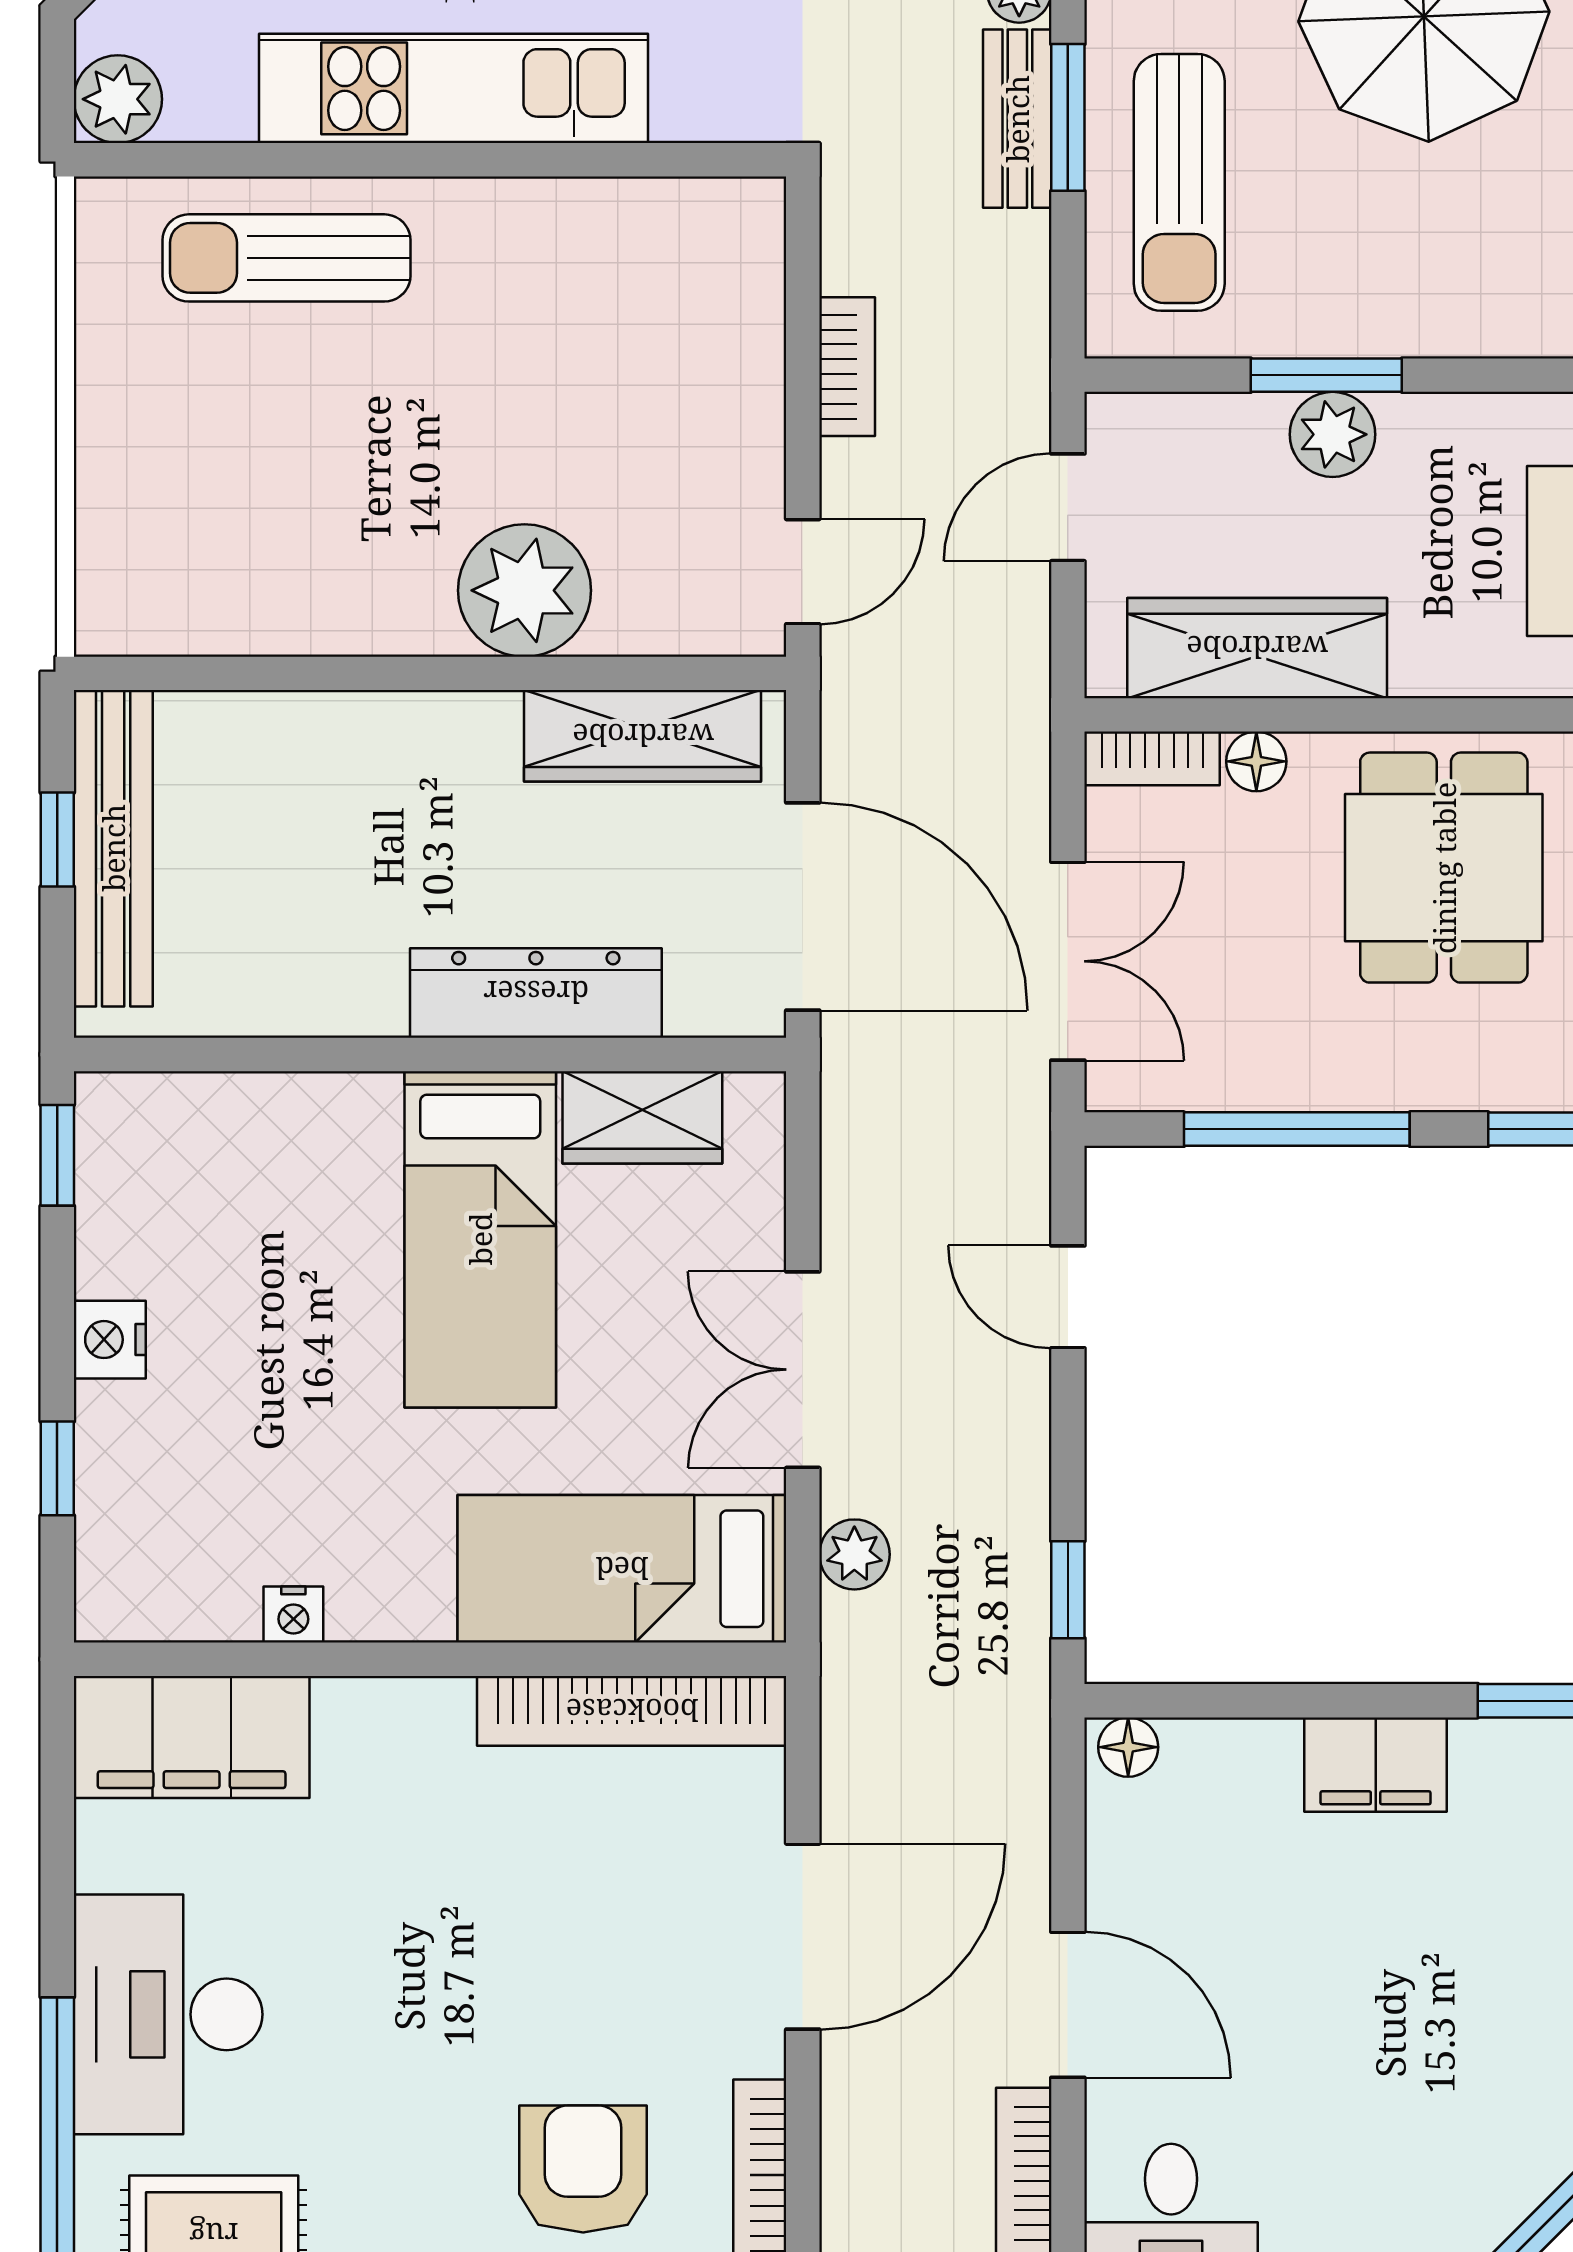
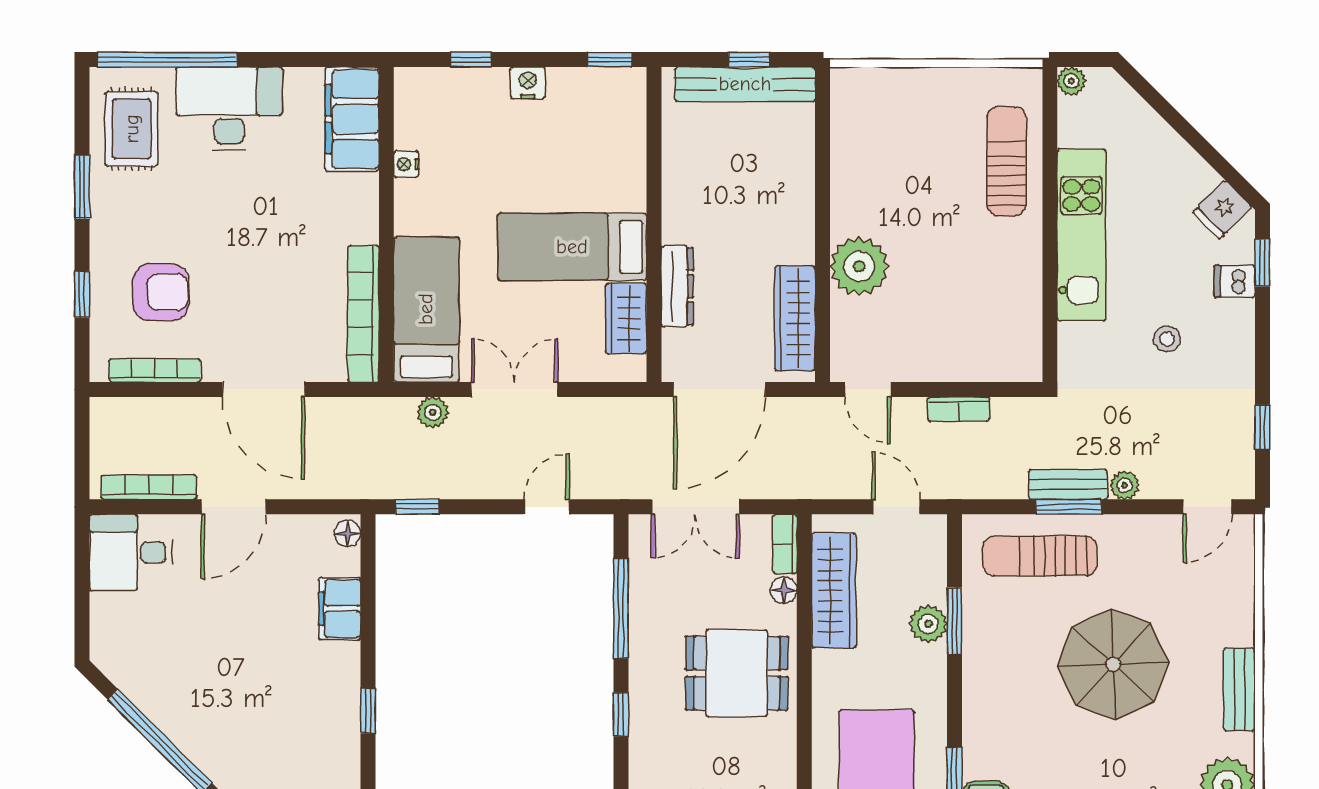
plant: (118, 99) -> (1071, 81), width x0.73, depth x0.73
dresser: (536, 993) -> (677, 286), width x0.73, depth x0.80
filing cabinet: (1376, 1765) -> (340, 609), moved

